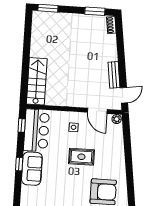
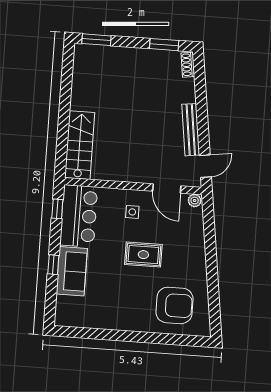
bench: (114, 75) -> (191, 130), width x1.36

